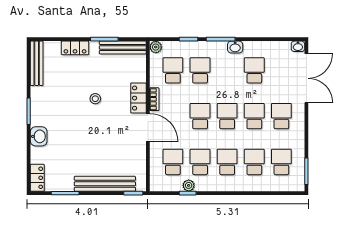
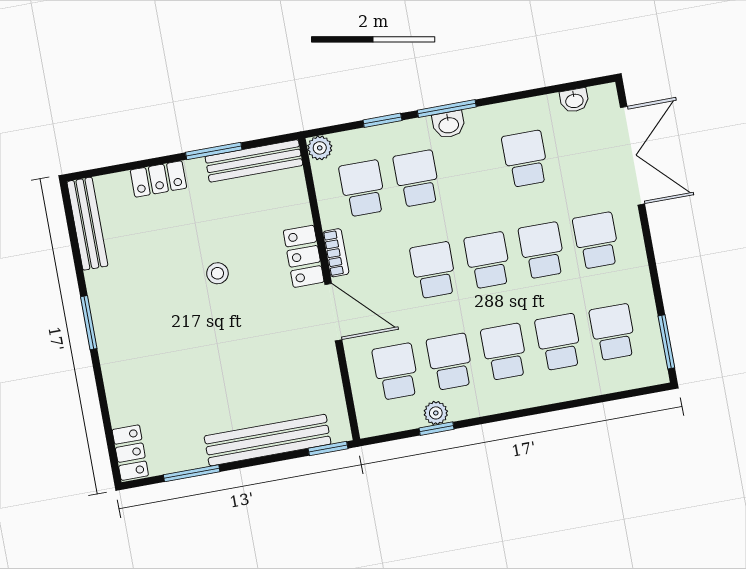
washbasin: (298, 46) -> (574, 100), moved
washbasin: (235, 47) -> (449, 125), moved
washbasin: (39, 136) -> (118, 369), removed

